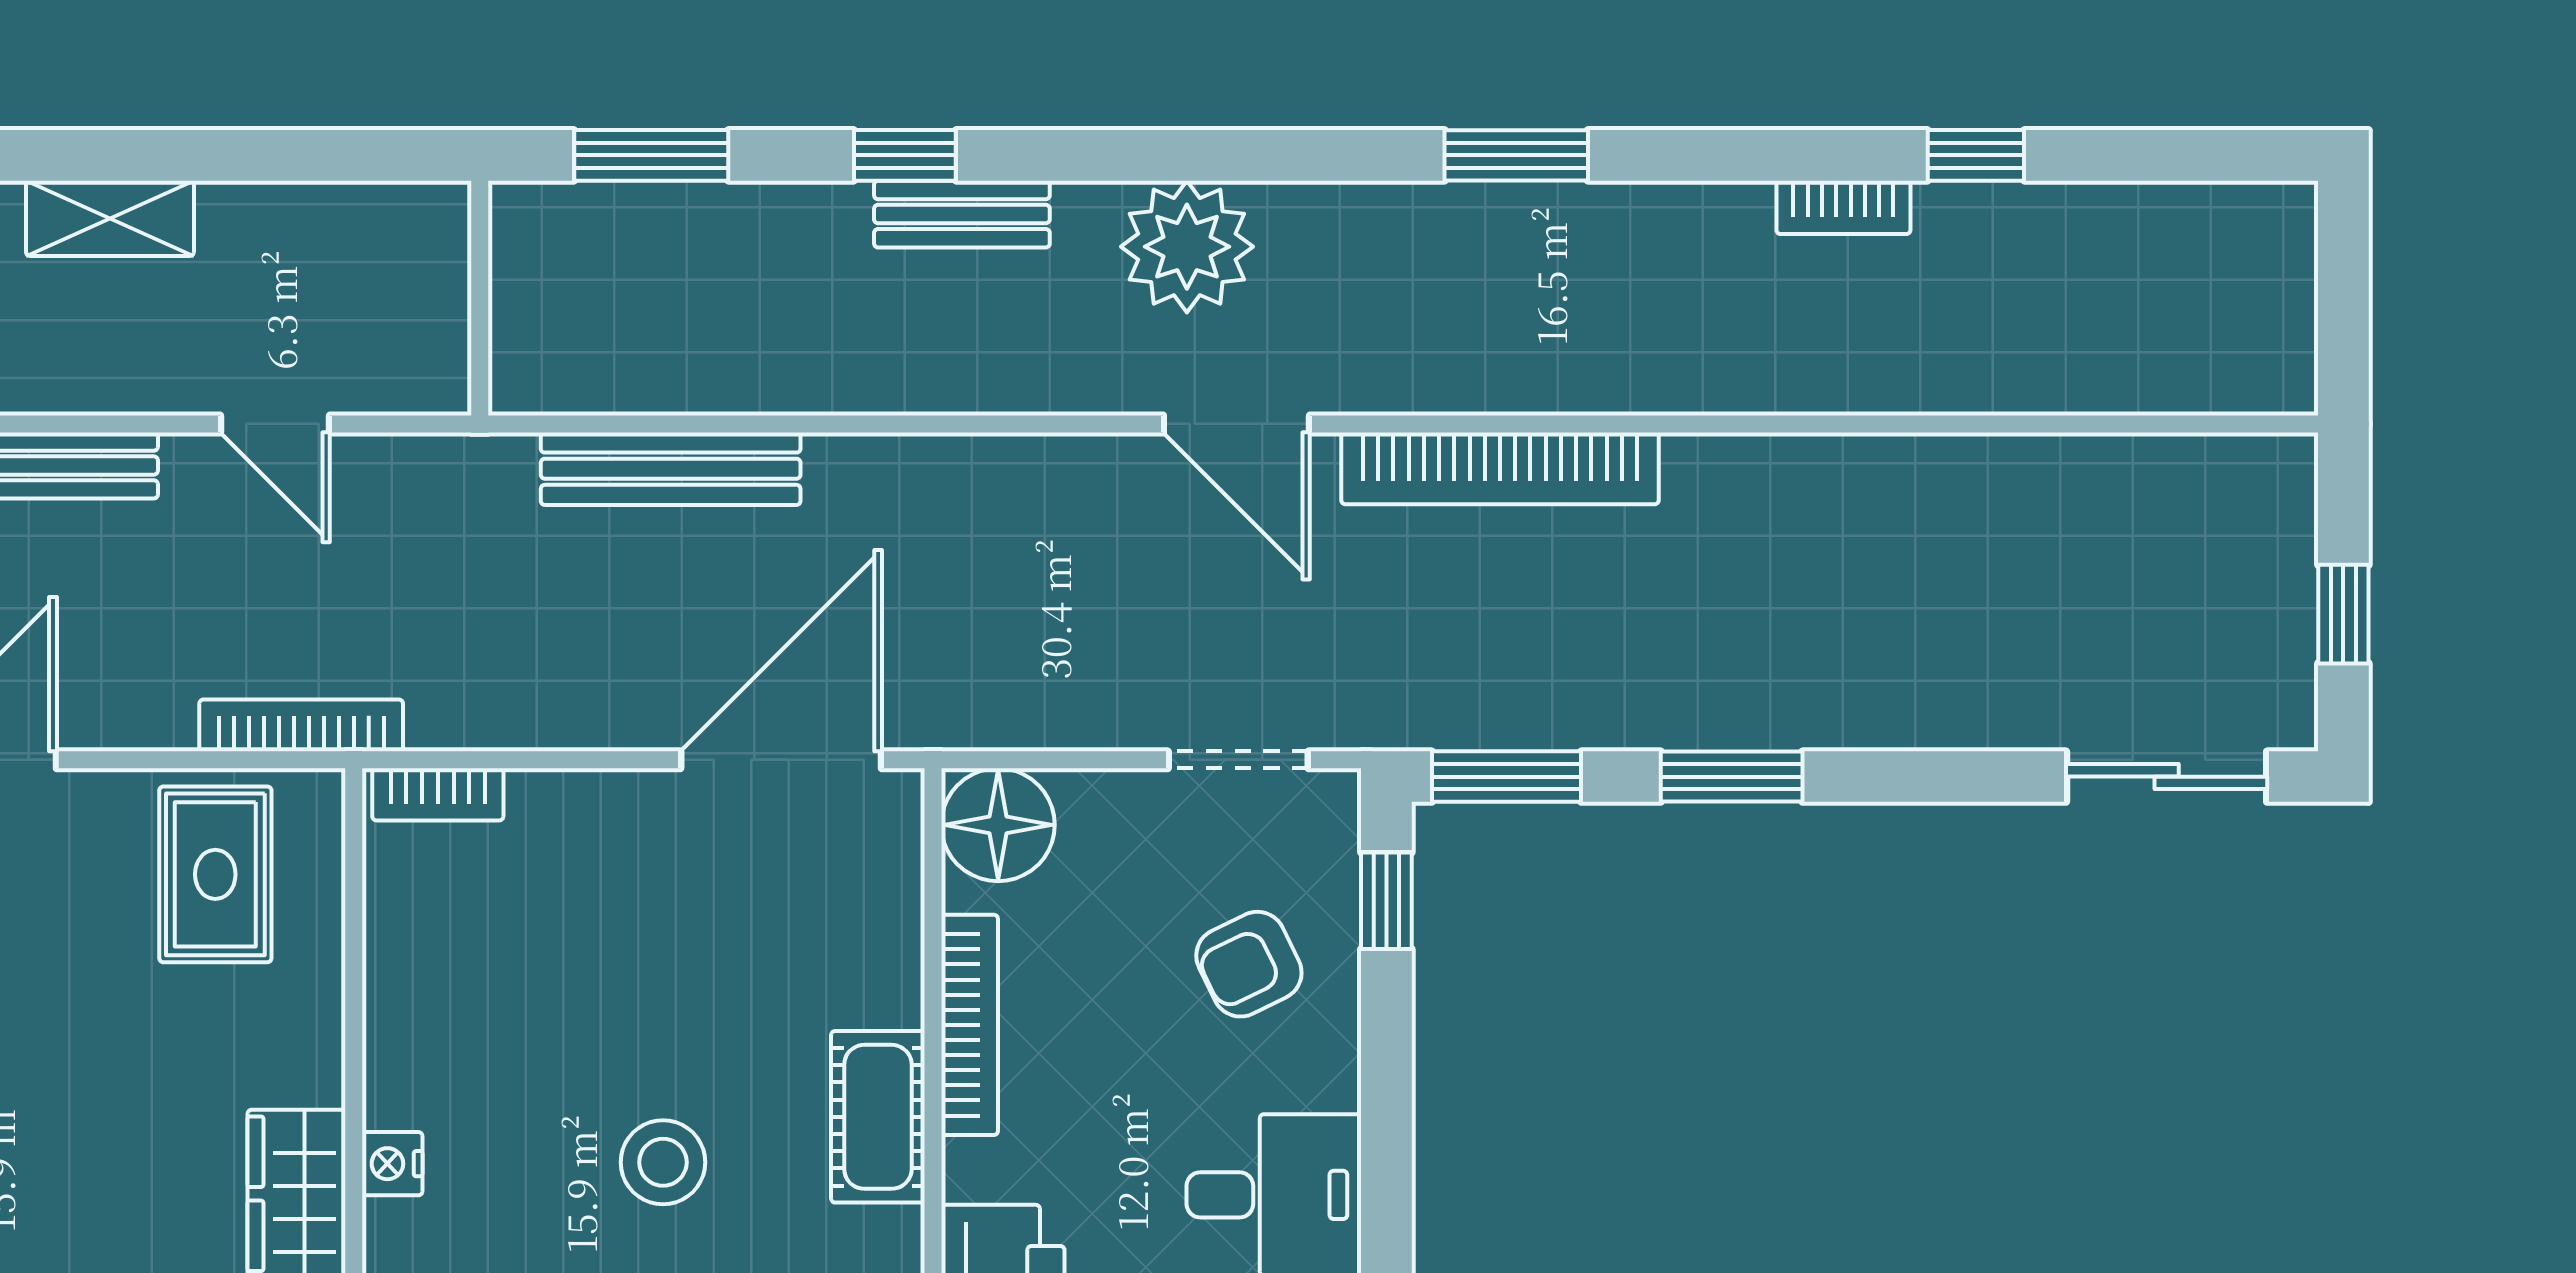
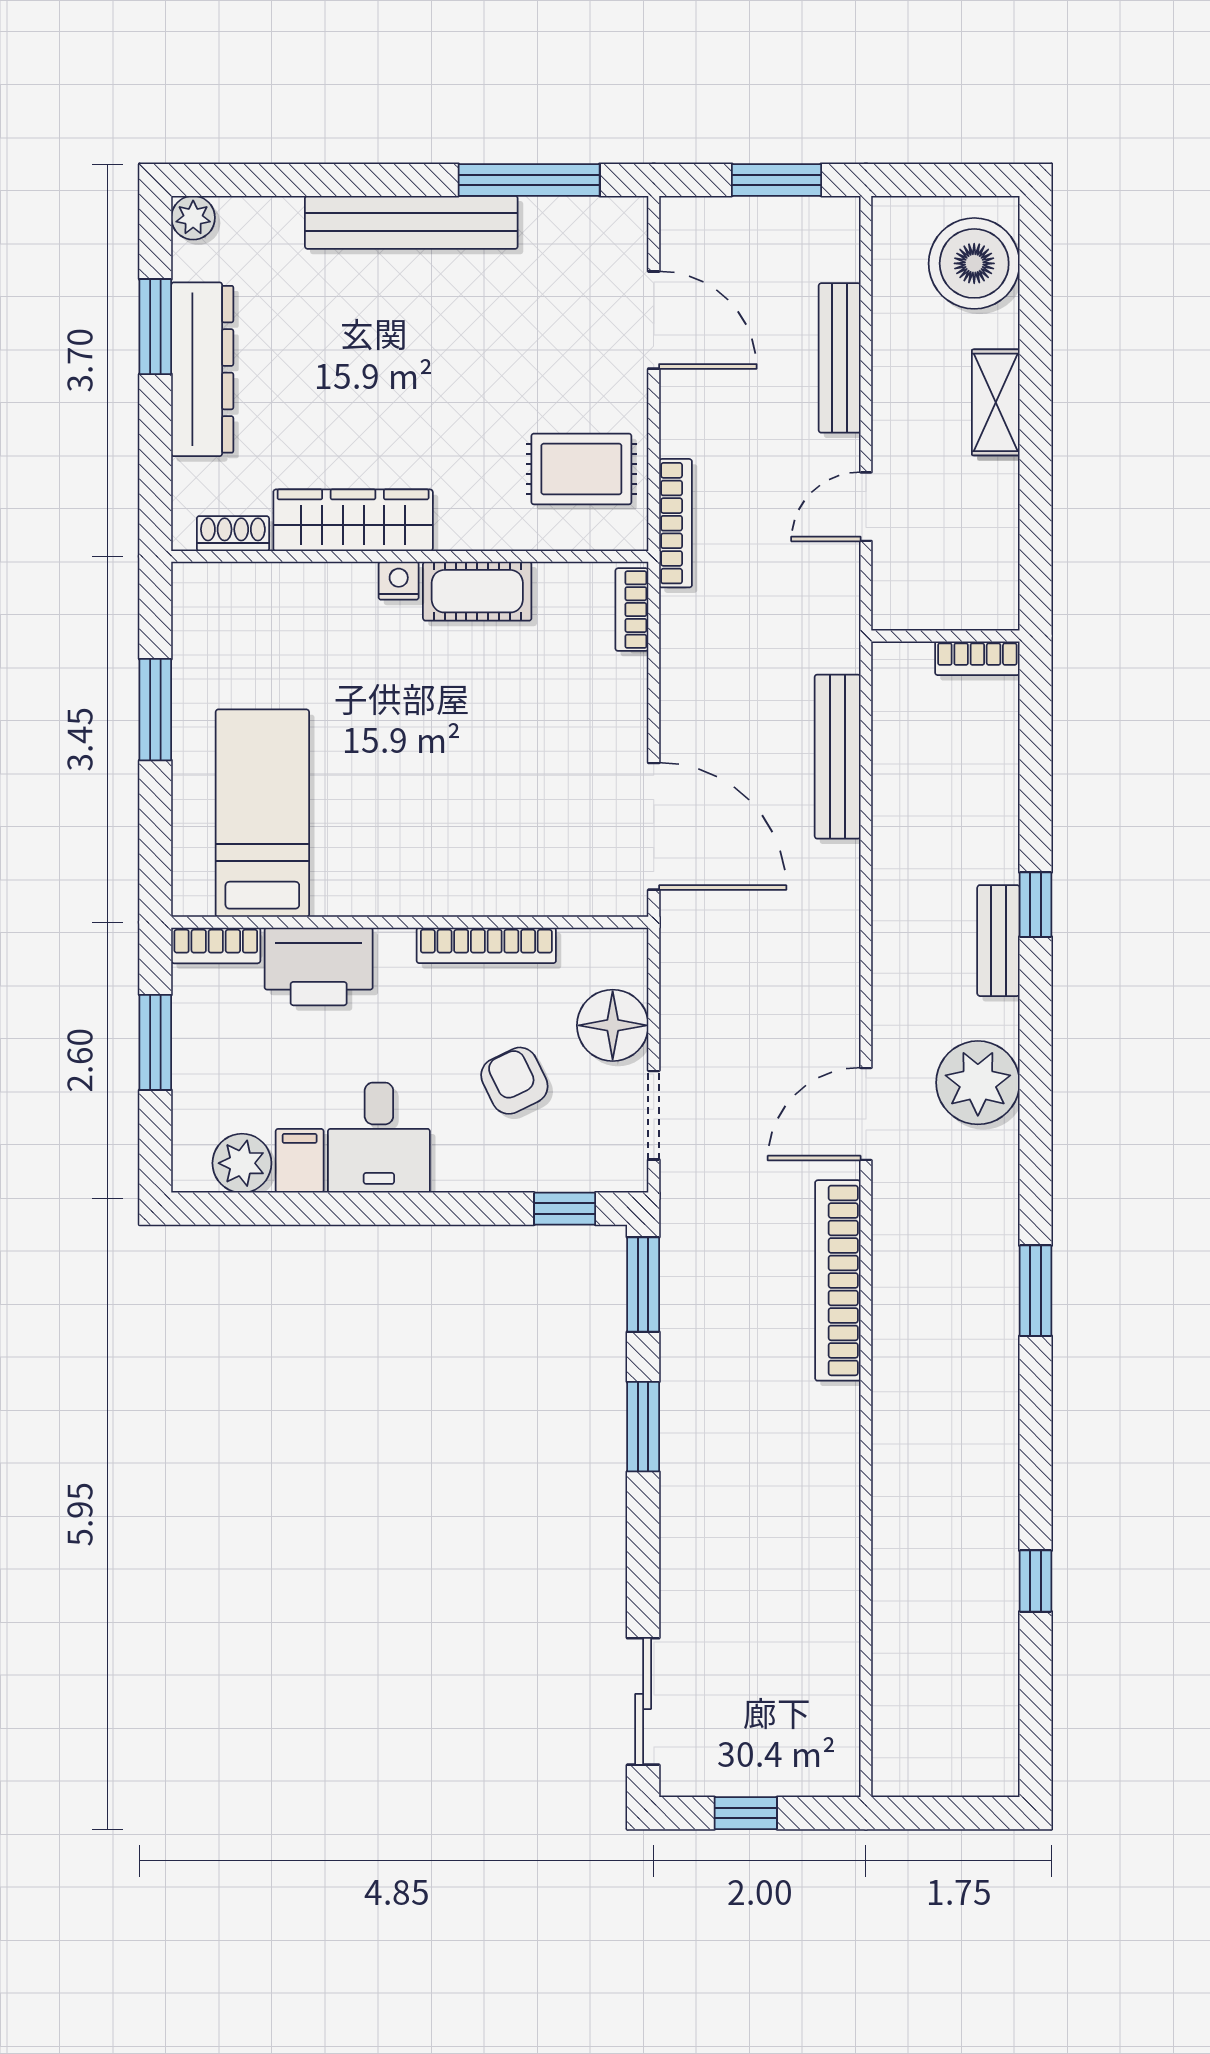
window: (651, 155) -> (1036, 744), removed
bookcase: (1843, 207) -> (977, 658), moved, turned -90
floor lamp: (998, 825) -> (613, 1025), moved
armchair: (1249, 964) -> (514, 1081), moved
cot: (878, 1117) -> (477, 591), moved
stool: (663, 1162) -> (400, 752), removed

